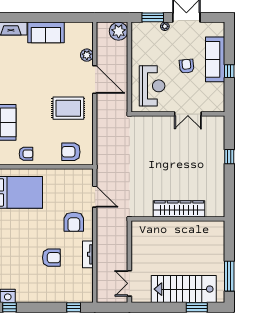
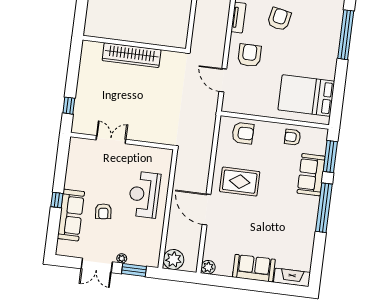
plant: (87, 55) -> (208, 267), moved
wall: (178, 114) -> (122, 141), moved
double door: (188, 114) -> (111, 140), moved
armchair: (51, 258) -> (279, 19), turned 101

